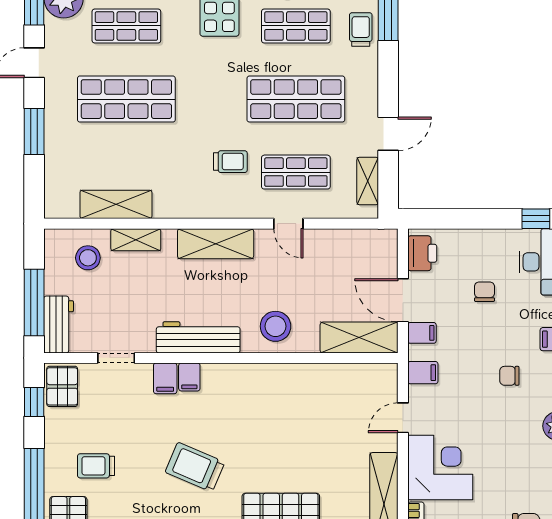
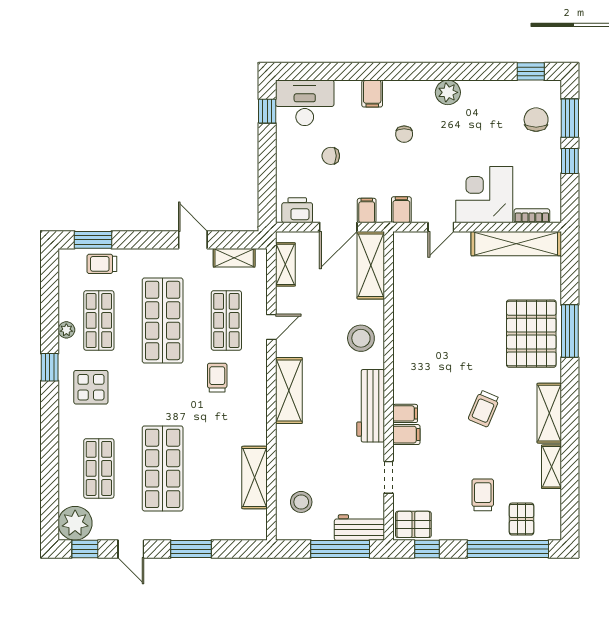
shelving: (136, 240) -> (285, 264), moved
door: (403, 418) -> (441, 227), hinge flipped
trolley: (96, 466) -> (483, 495), turned 180
trolley: (195, 467) -> (484, 409), width x0.73, depth x0.72

